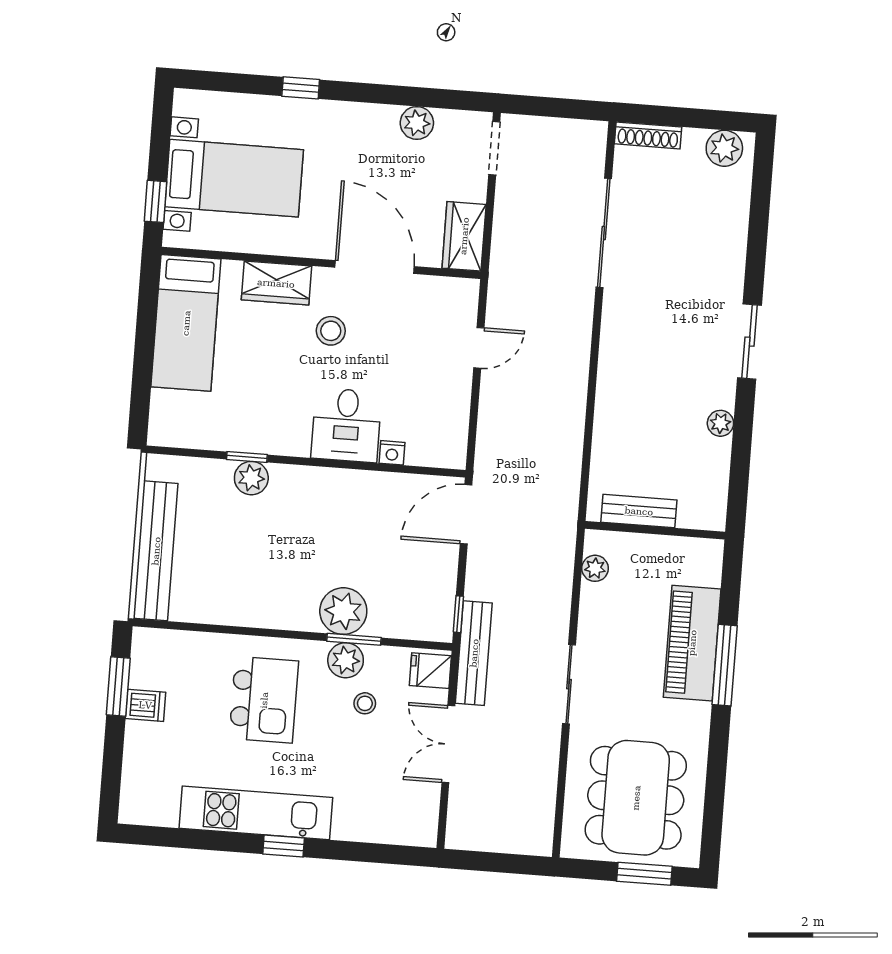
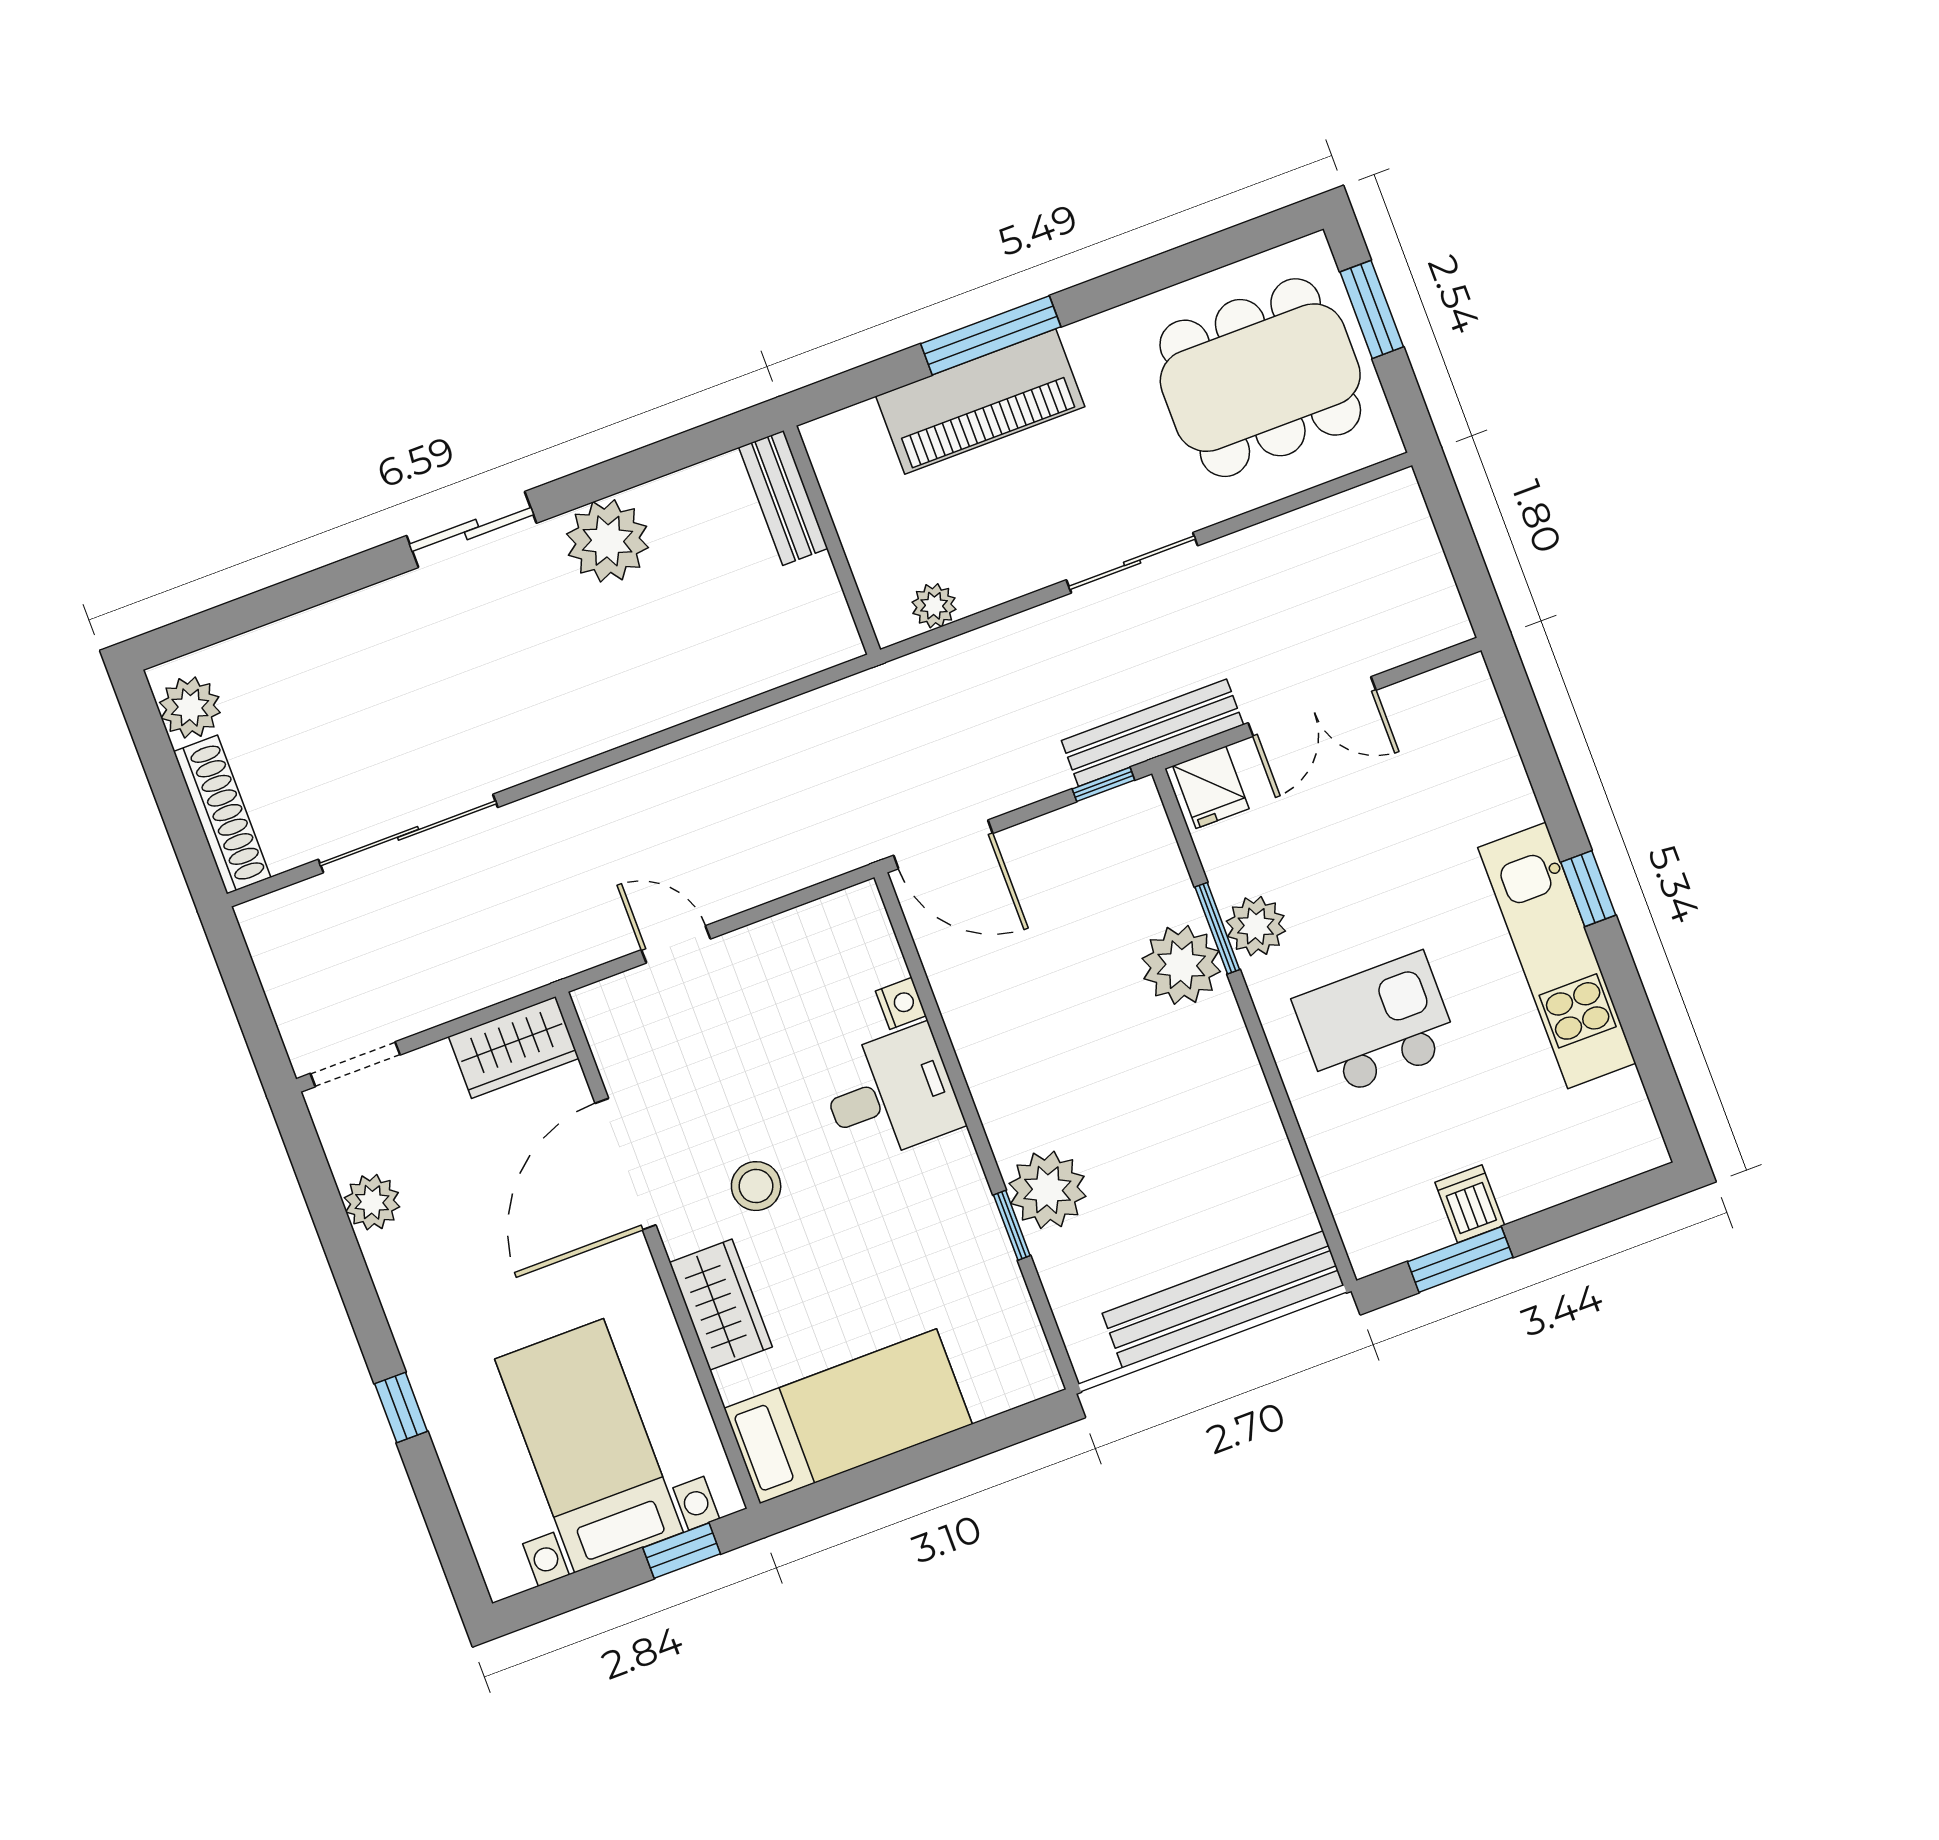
shoe rack: (648, 135) -> (222, 815), width x1.36, depth x1.24
plant: (720, 423) -> (608, 541), width x1.88, depth x1.88
plant: (251, 478) -> (1047, 1190), width x1.36, depth x1.36
bench: (639, 511) -> (783, 498), moved
stool: (365, 703) -> (1309, 865), removed

